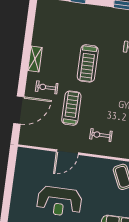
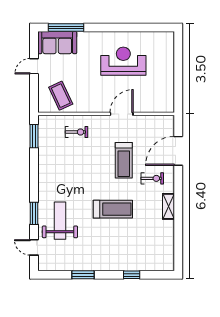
treadmill: (88, 63) -> (113, 209), turned 90
exercise bike: (101, 135) -> (77, 132), moved

